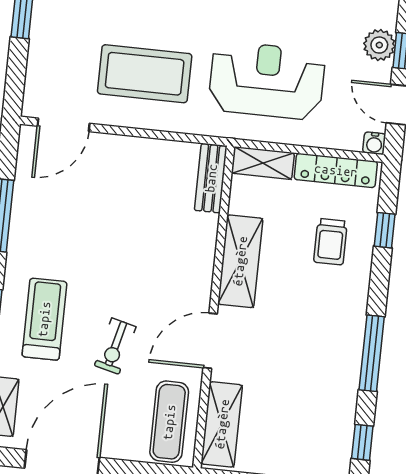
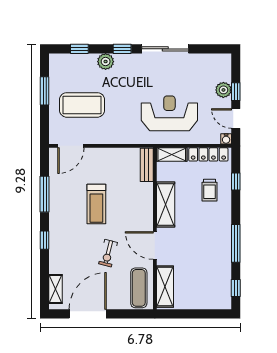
coffee table: (145, 74) -> (82, 105), moved
treadmill: (44, 319) -> (96, 204), moved, turned 180
door: (210, 341) -> (155, 246), hinge flipped

